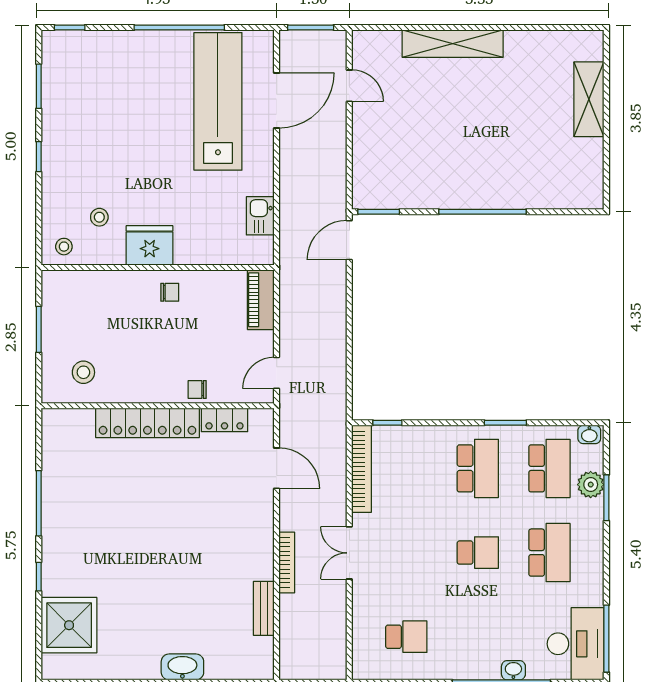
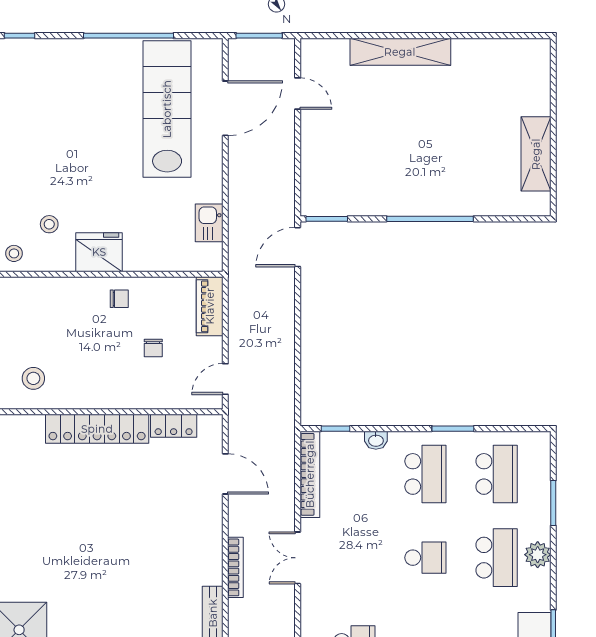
shelving: (589, 99) -> (536, 154), moved
chair: (197, 390) -> (153, 348), moved, turned -90
washbasin: (589, 434) -> (376, 440), moved
plant: (591, 485) -> (538, 555), moved

